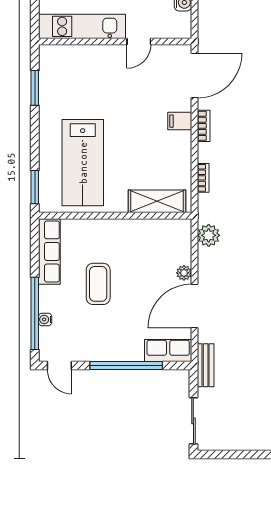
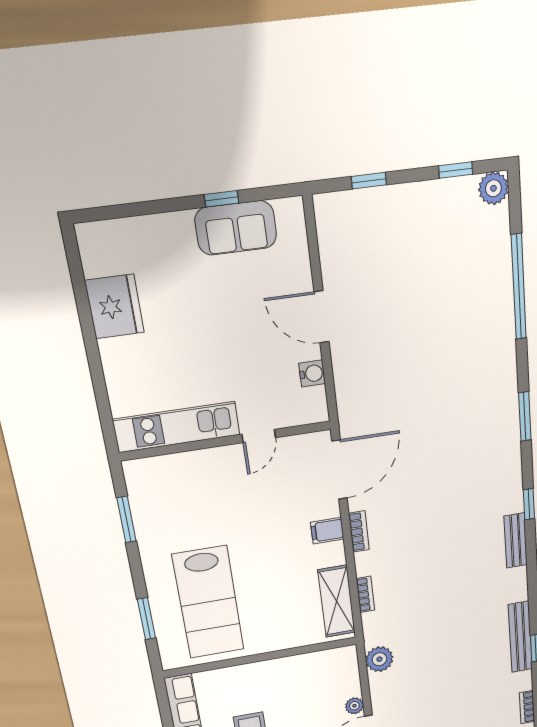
window: (35, 187) -> (146, 619), moved
shelving: (157, 201) -> (337, 601), moved, turned 90

